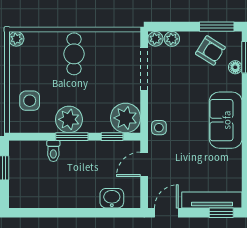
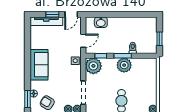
side table: (30, 101) -> (146, 75), removed
window: (221, 213) -> (52, 14), moved

